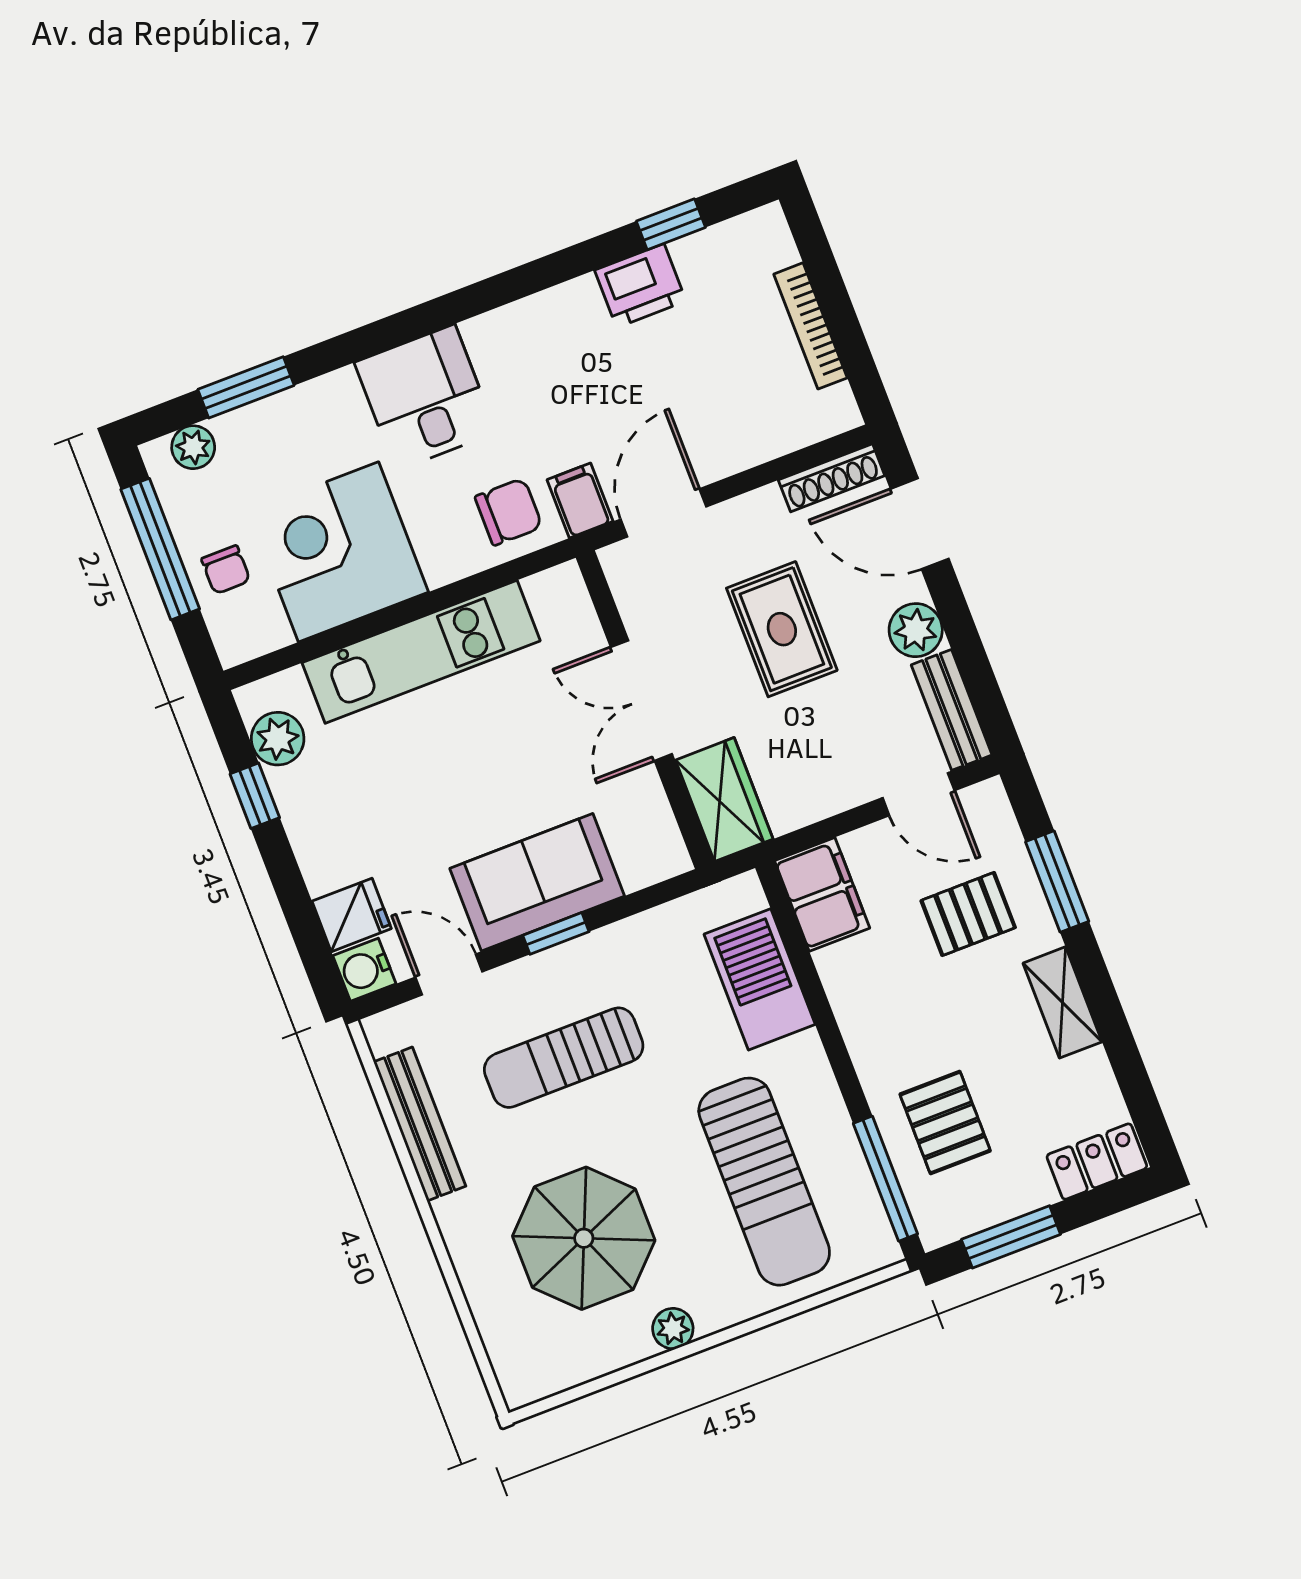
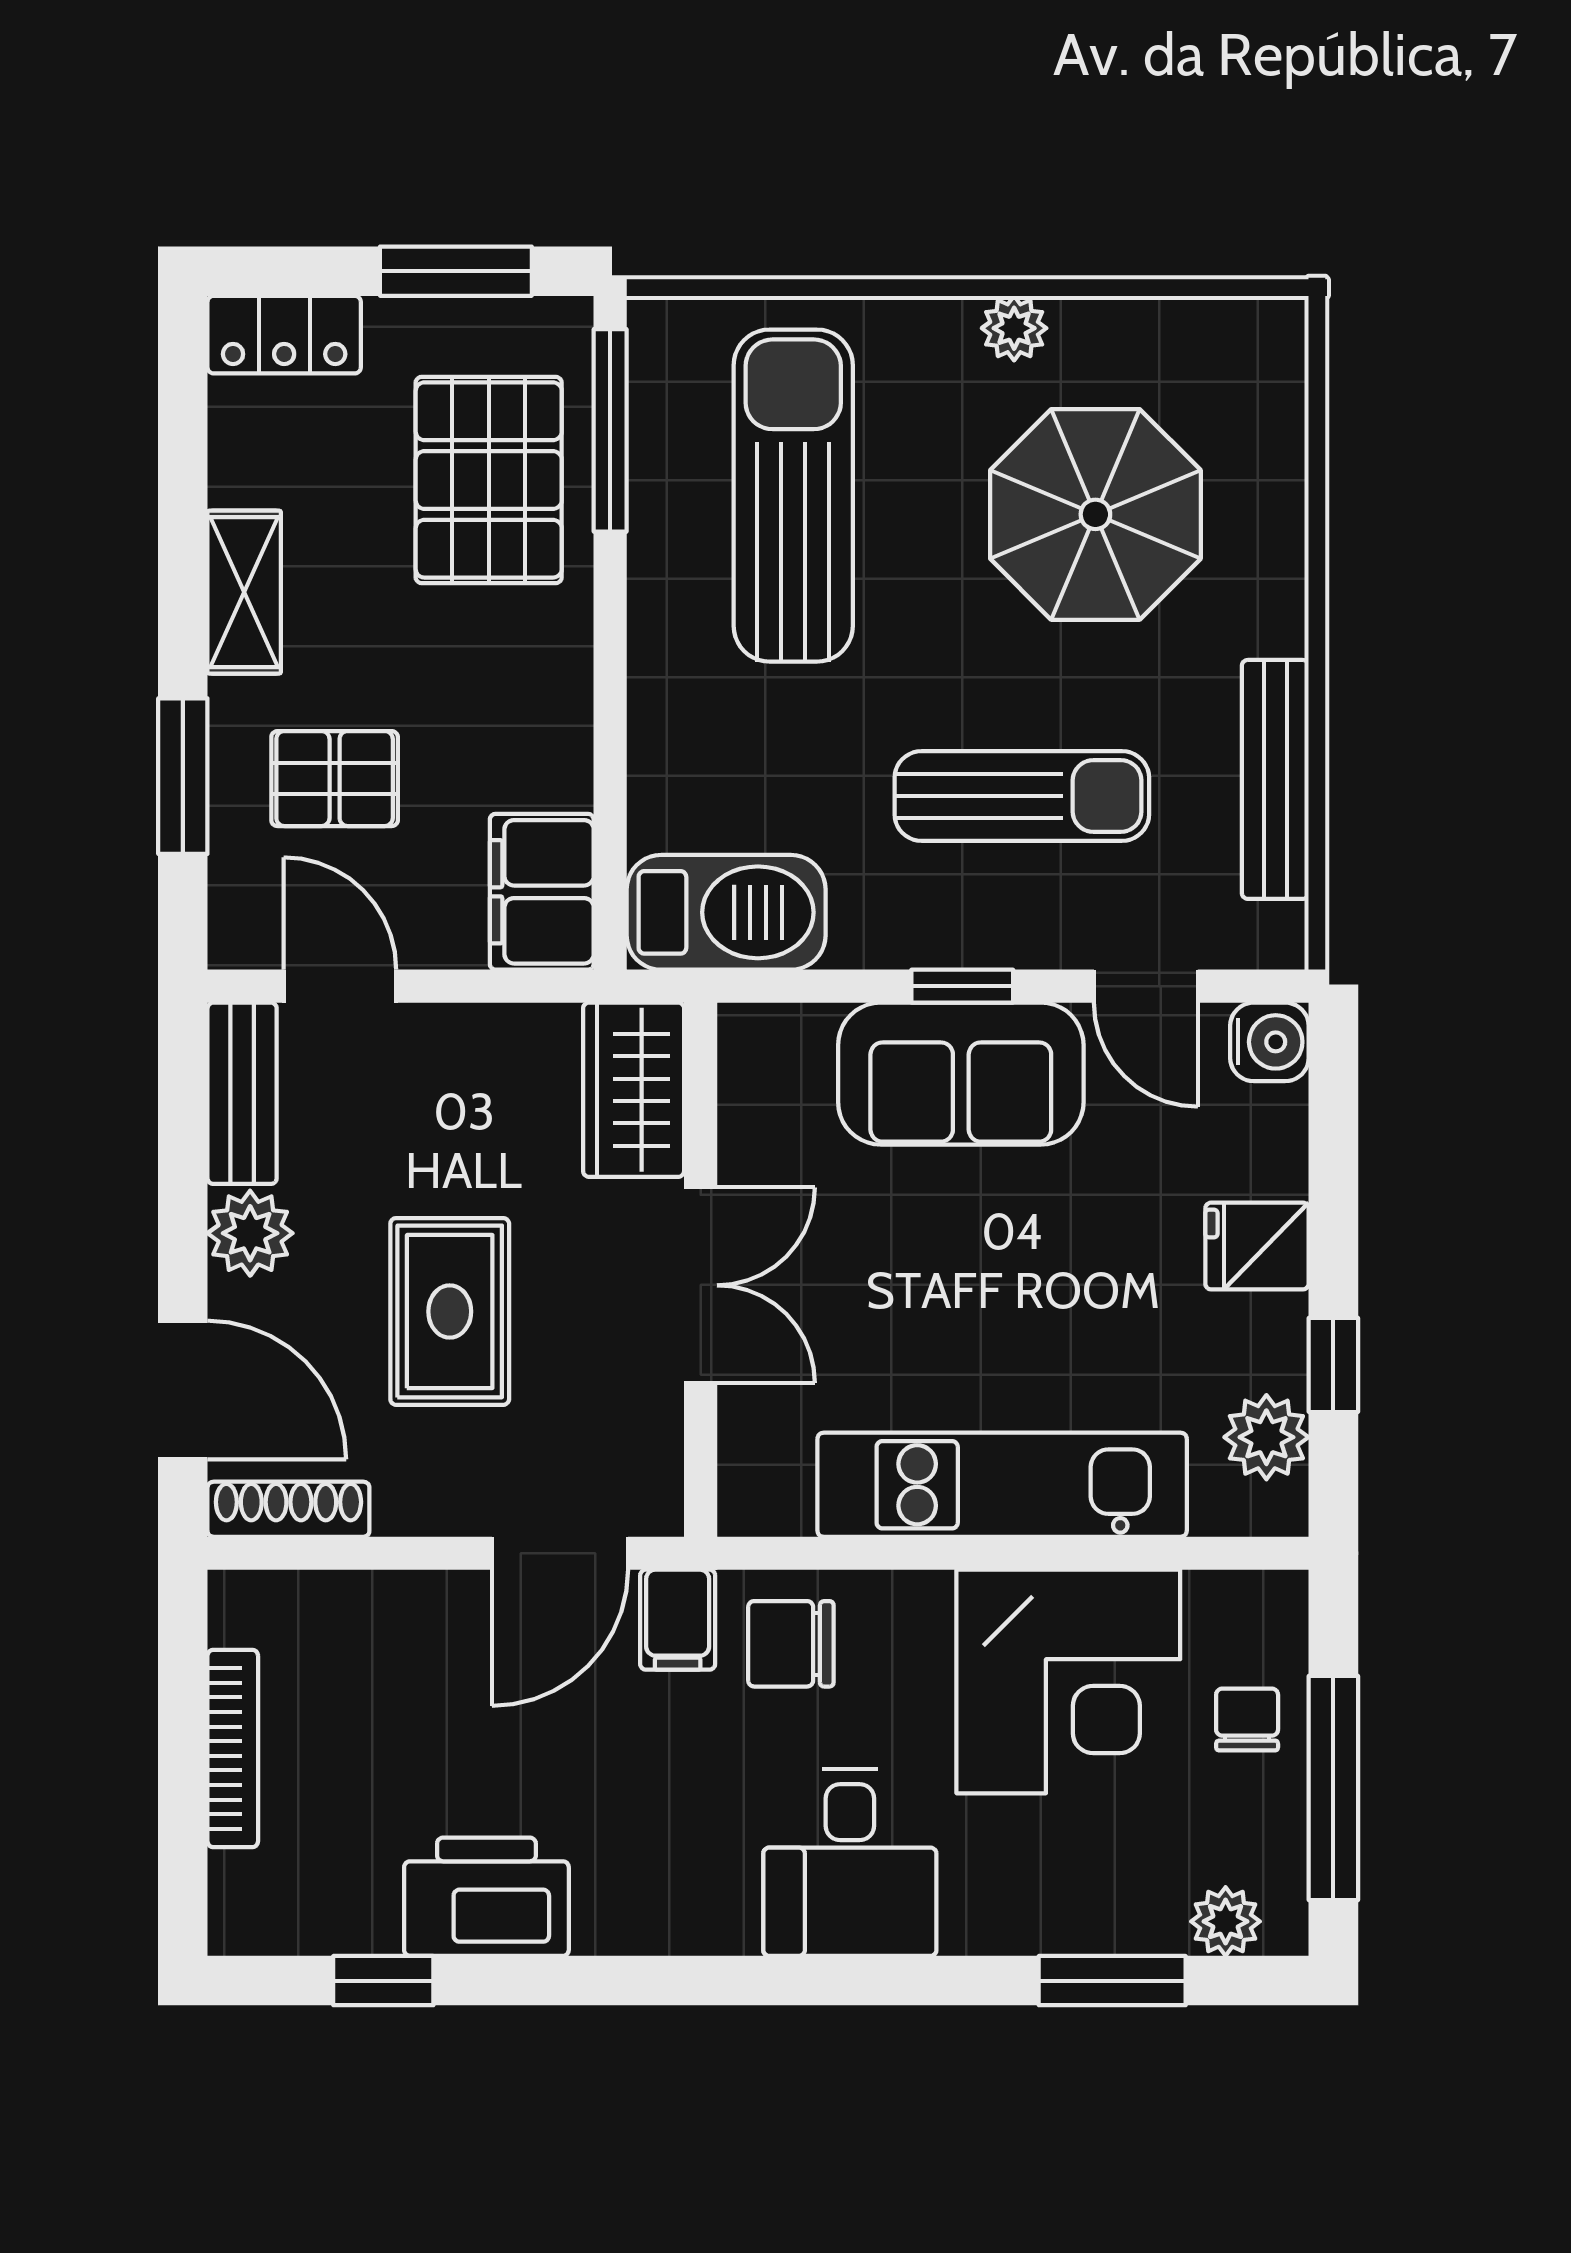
printer: (640, 286) -> (486, 1897), width x1.37, depth x1.19
fridge: (352, 915) -> (1257, 1246), moved
barbecue: (760, 979) -> (726, 912), moved, turned -90
pallet: (945, 1123) -> (489, 480), width x1.50, depth x1.42

